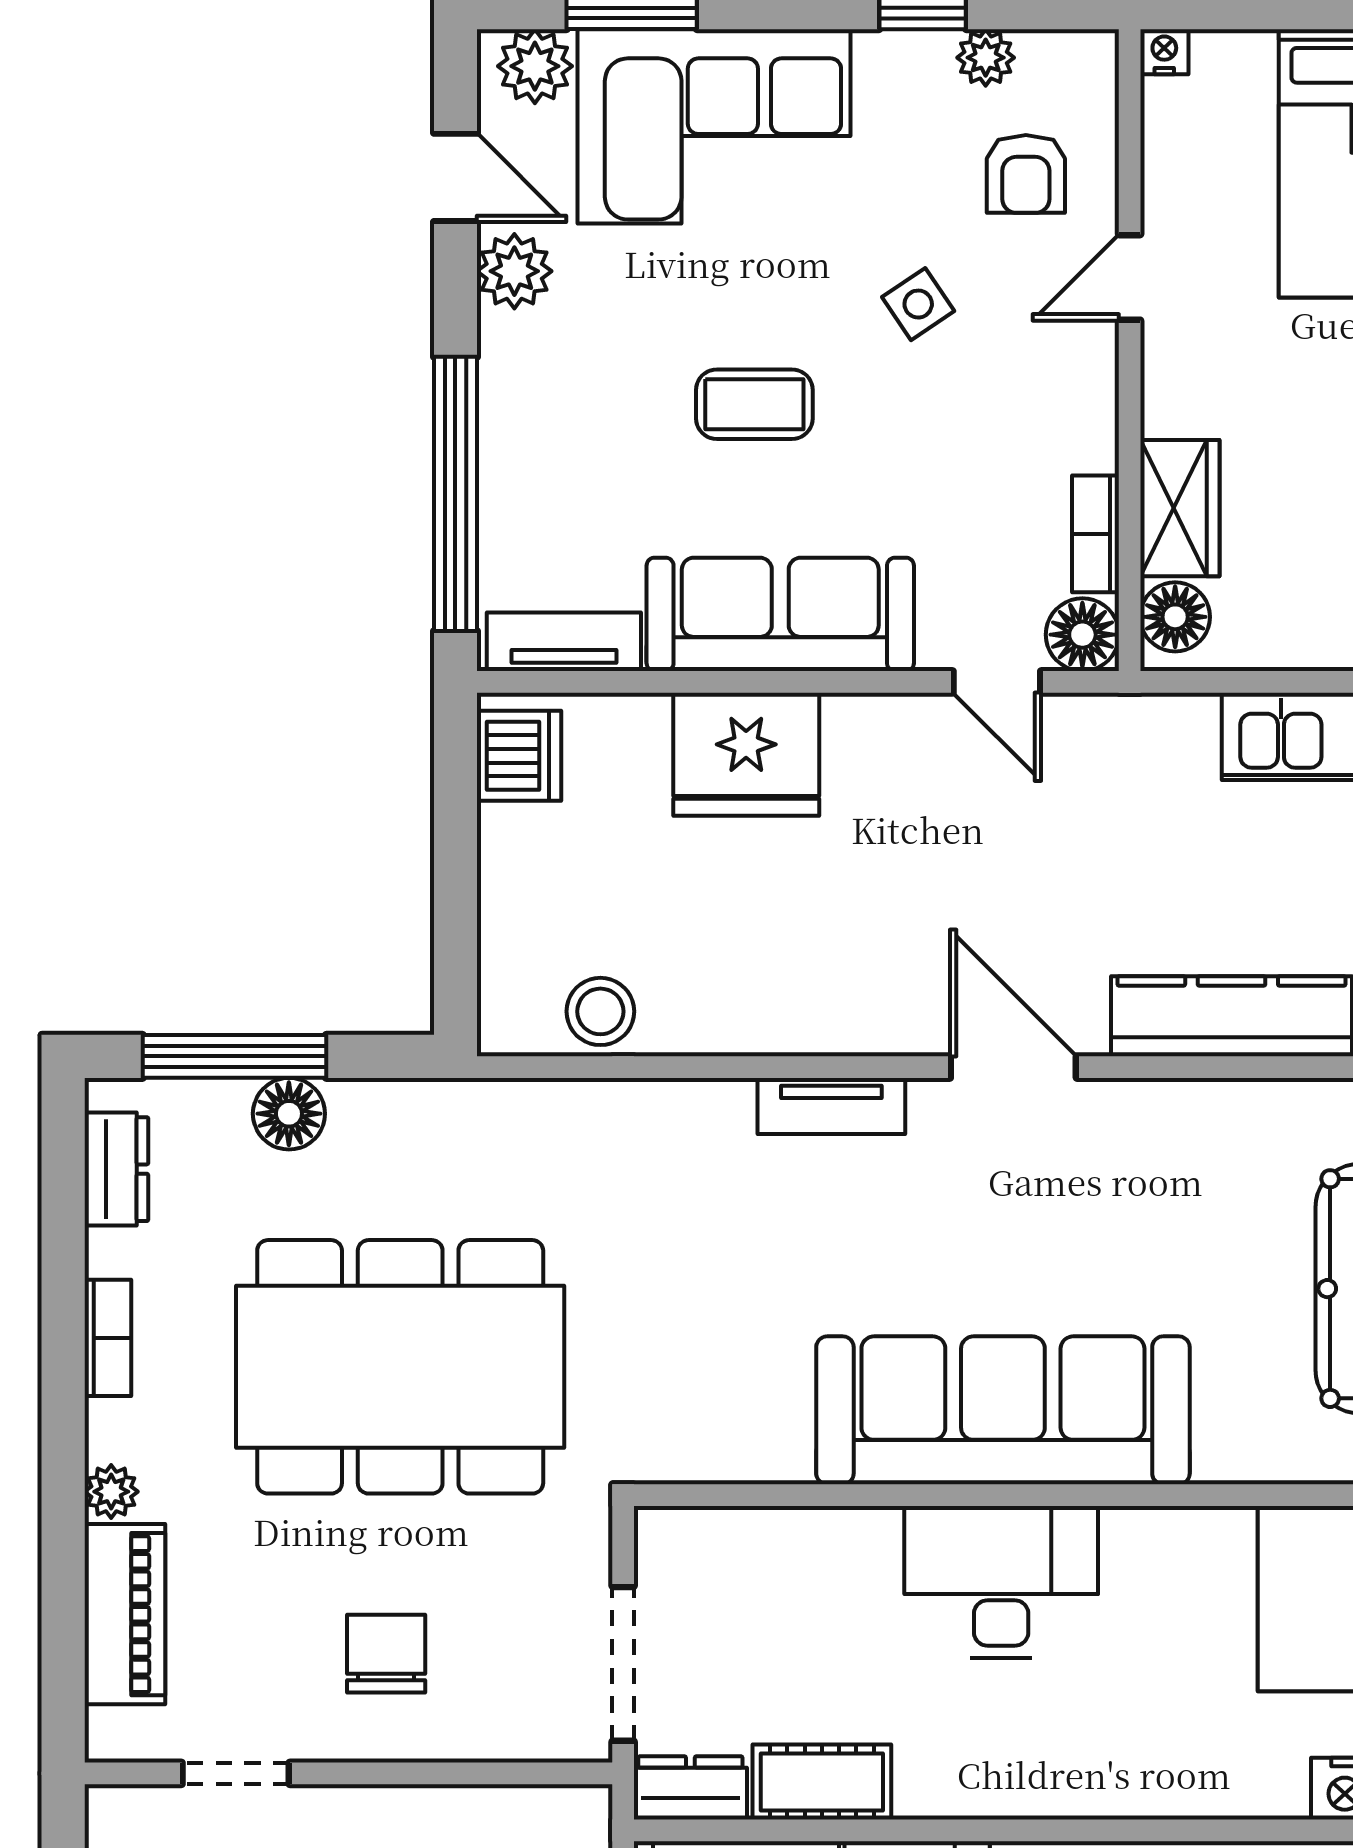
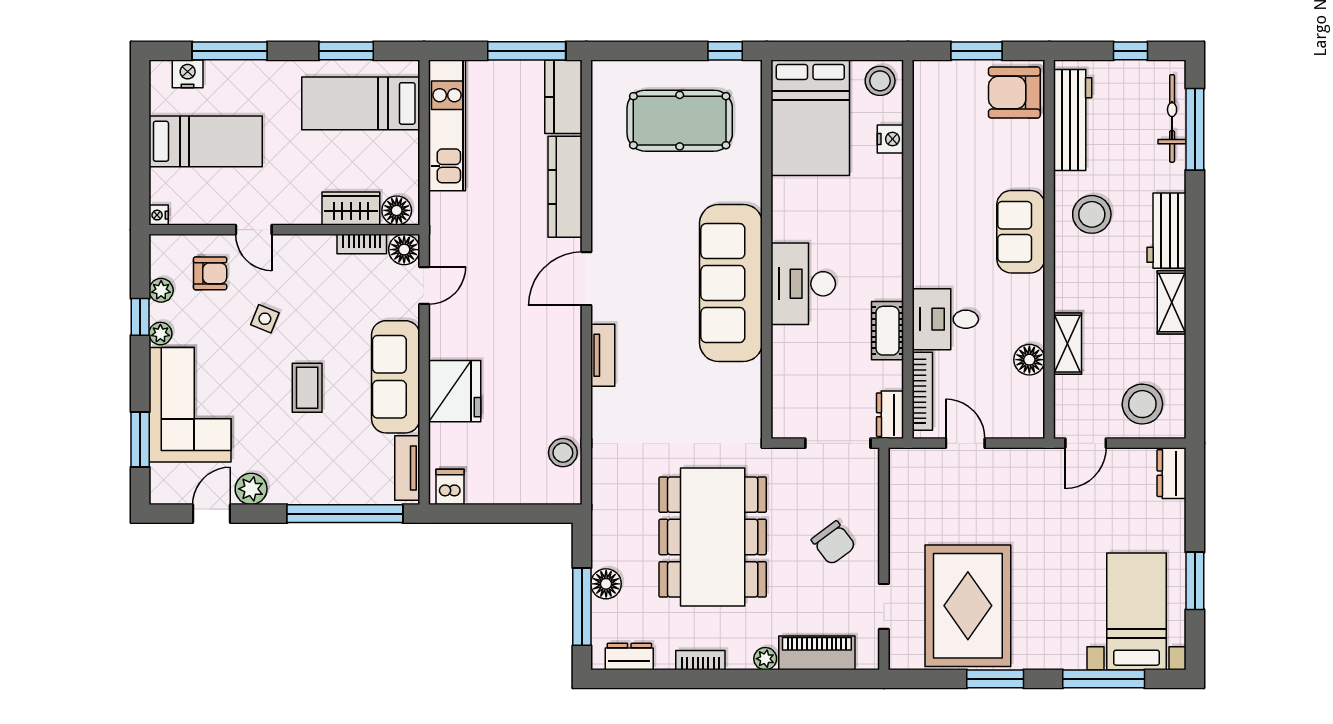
plant: (535, 66) -> (160, 334), moved, width x0.73, depth x0.73
side table: (918, 304) -> (265, 319), turned -34
dishwasher: (519, 756) -> (450, 487), width x0.73
chair: (386, 1654) -> (833, 543), turned -127
cot: (822, 1782) -> (888, 331), moved

